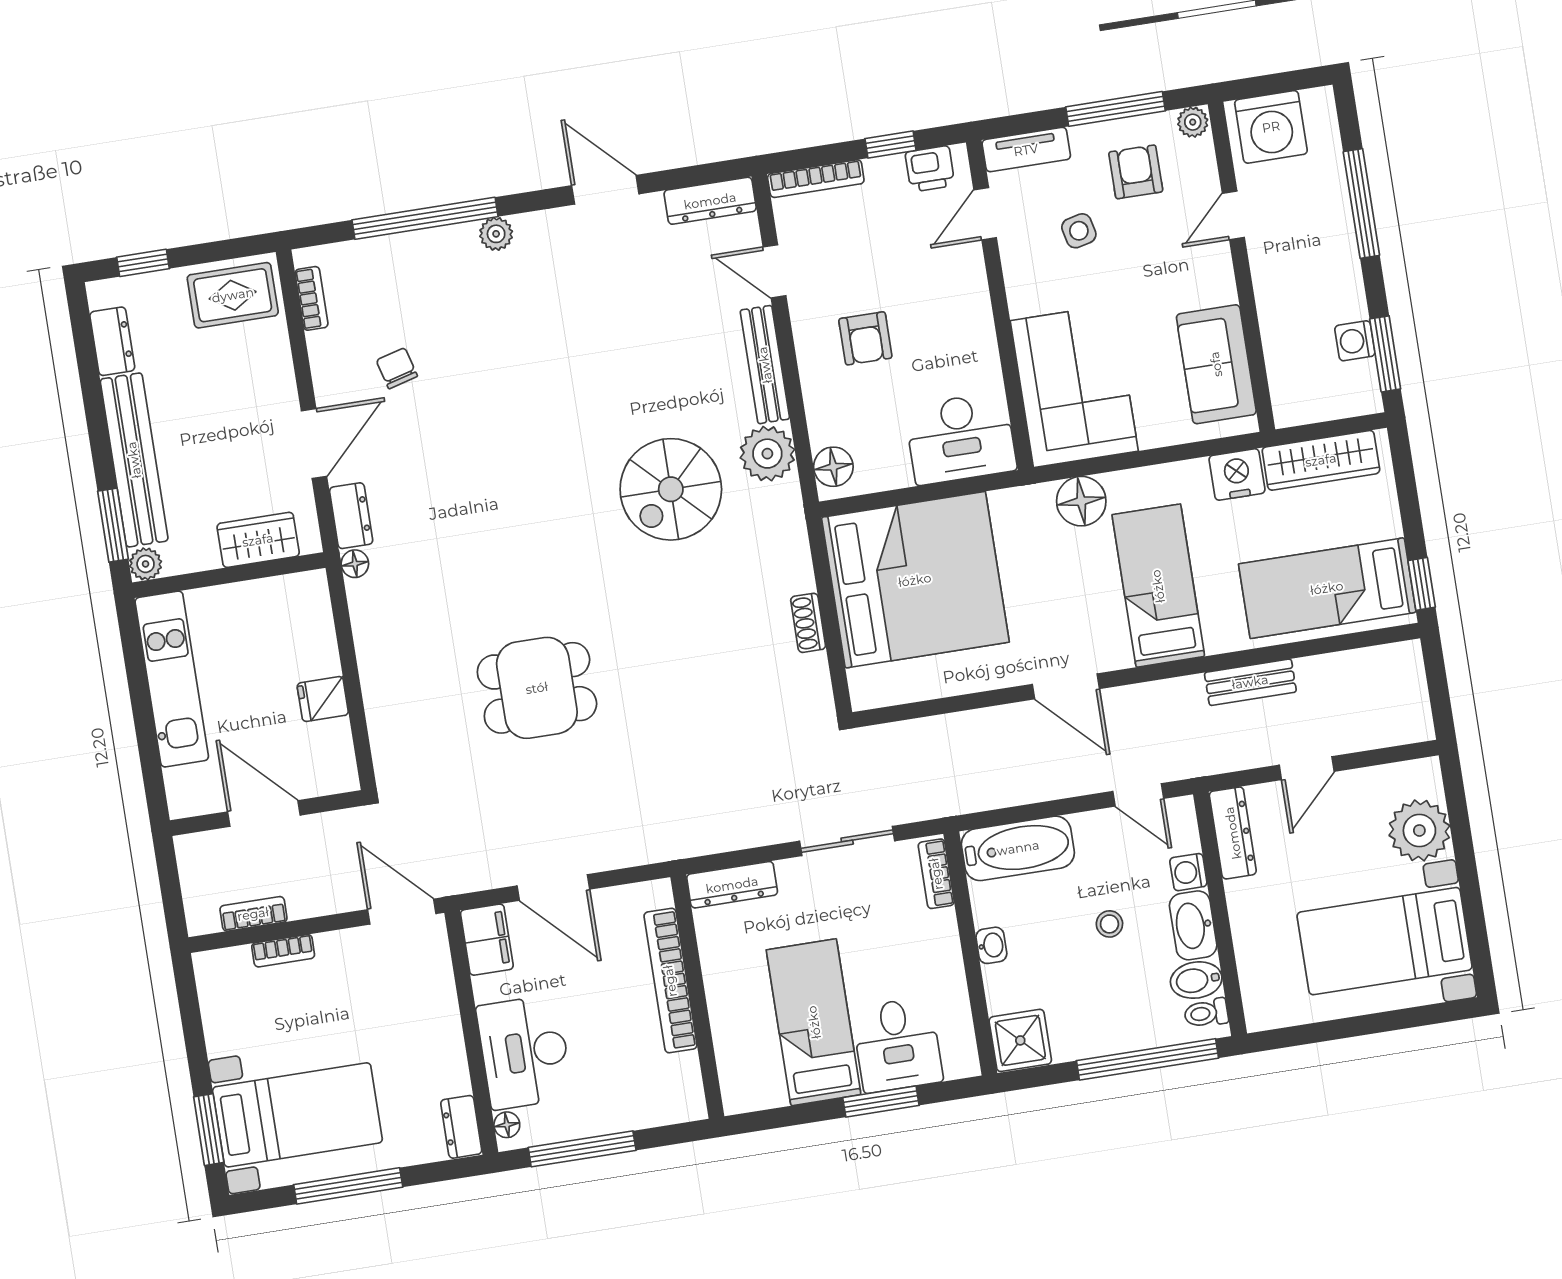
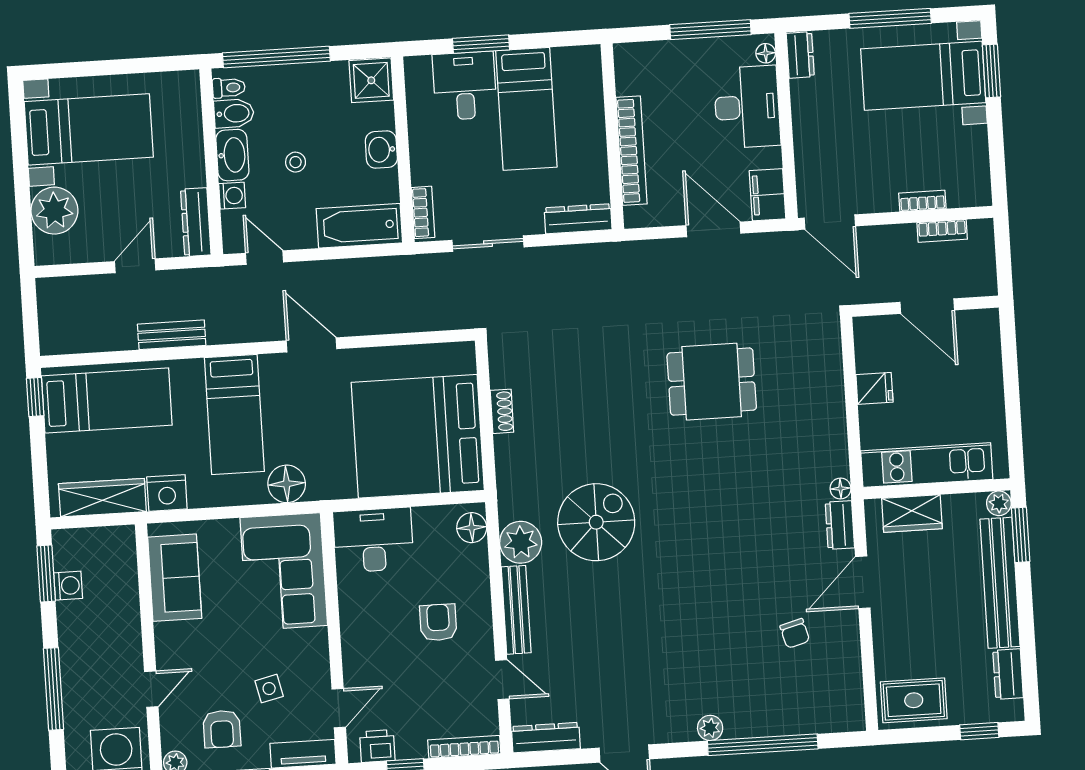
bookcase: (311, 298) -> (854, 692), removed
kitchen unit: (172, 679) -> (927, 465), moved, turned 90
washbasin: (991, 945) -> (381, 150), width x1.38, depth x1.45

